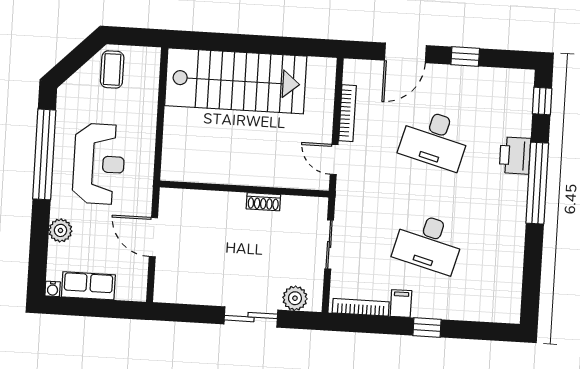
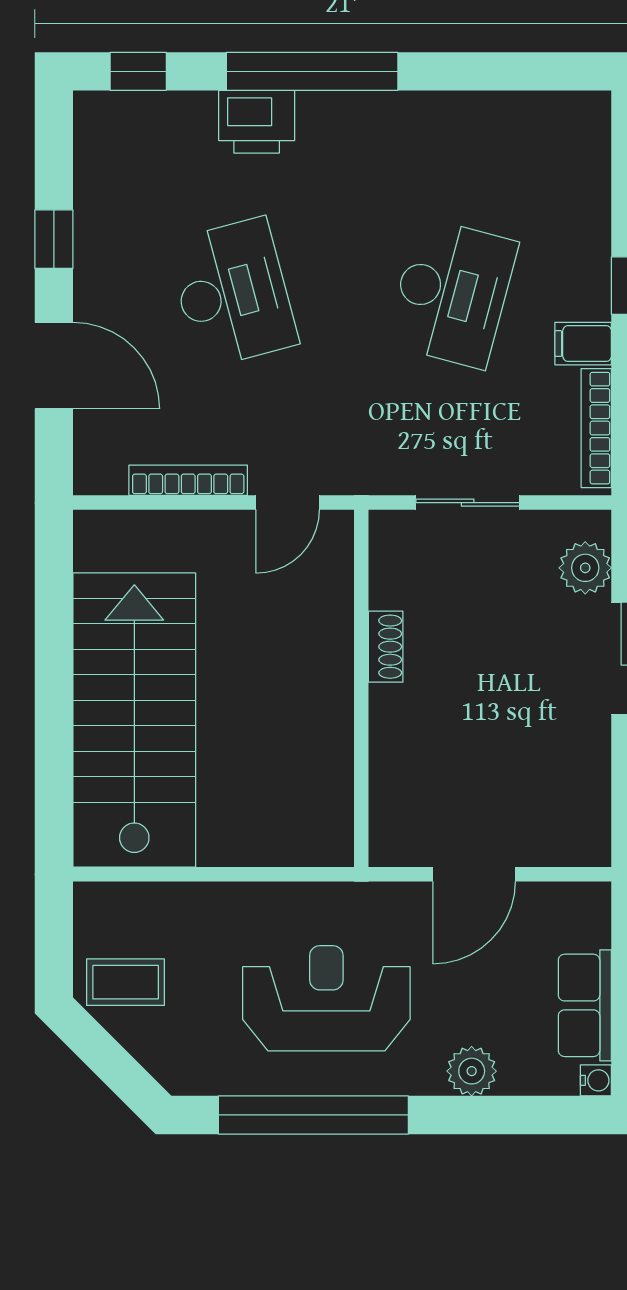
desk: (435, 139) -> (233, 293), turned -30

